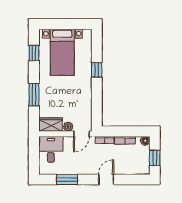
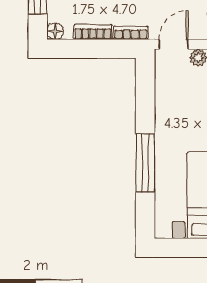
window: (97, 70) -> (145, 163), width x2.17

